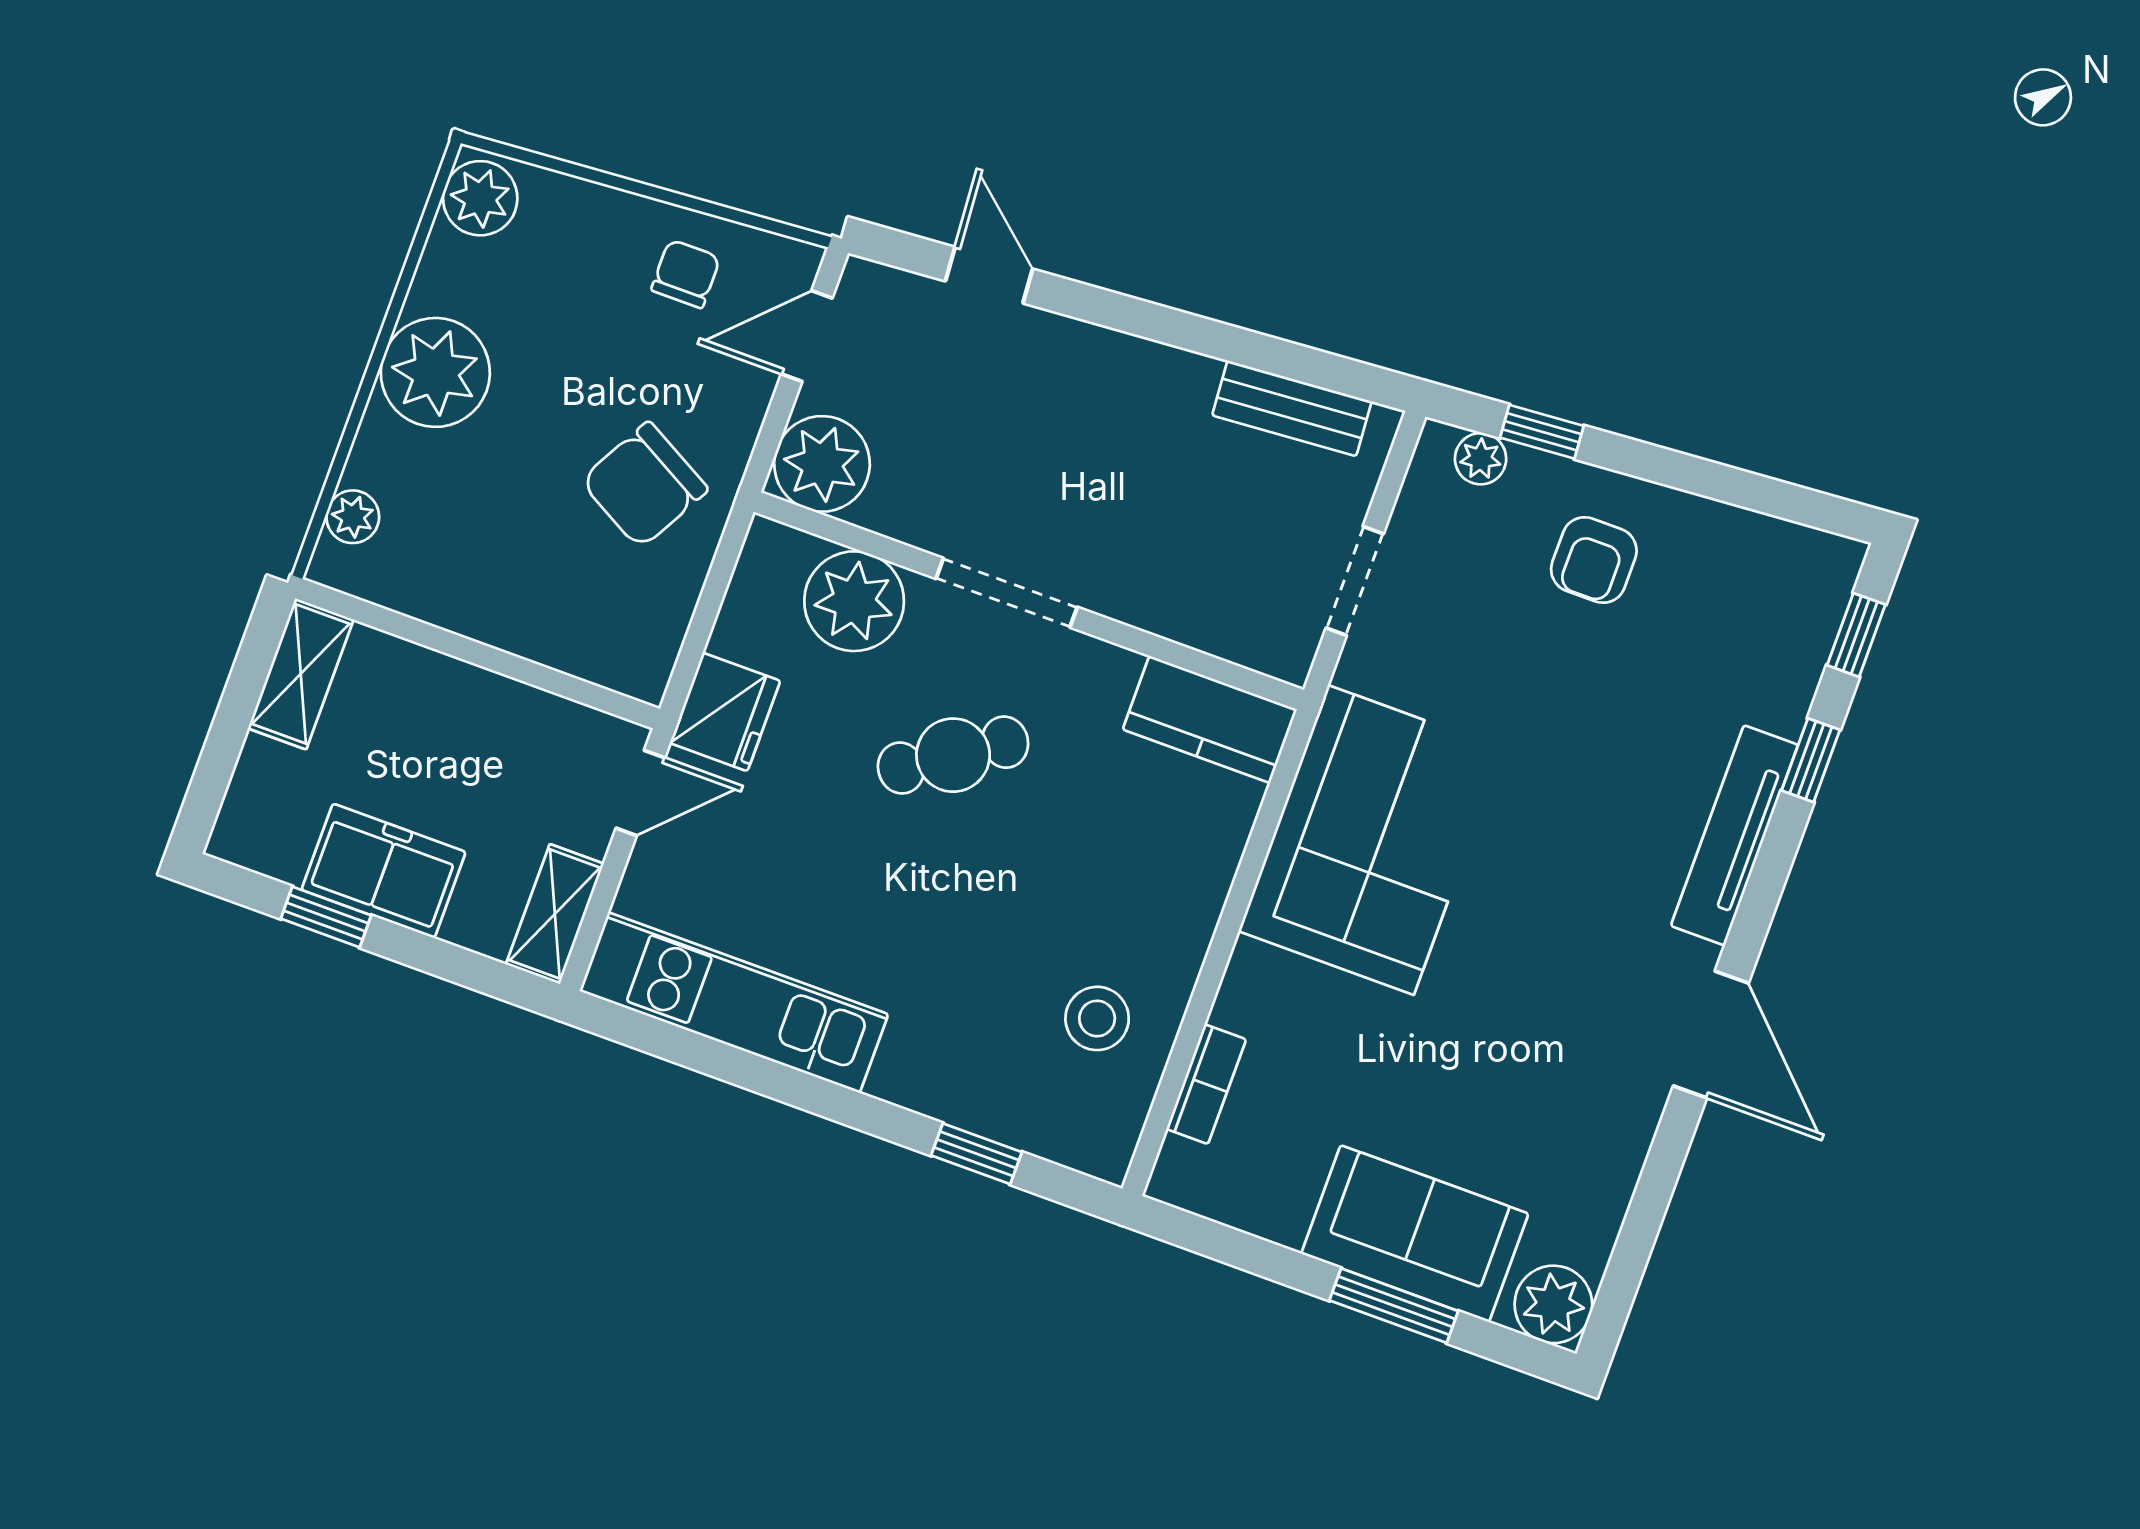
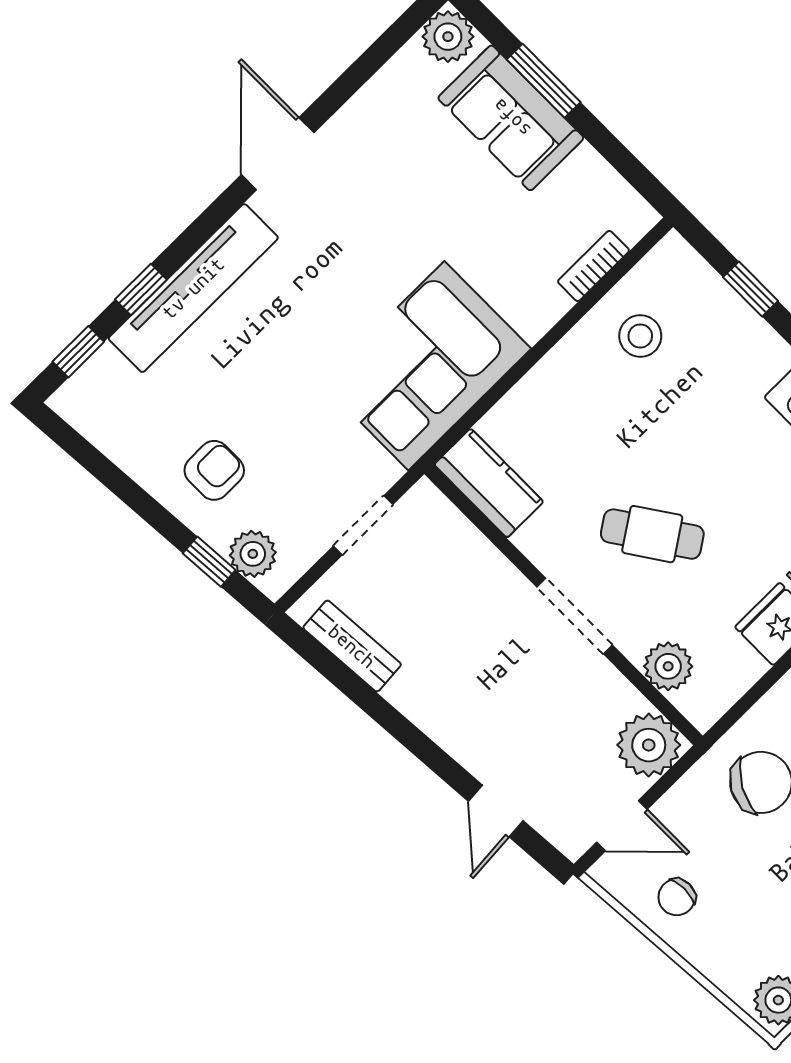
plant: (1481, 459) -> (253, 554), width x1.38, depth x1.38
plant: (854, 601) -> (668, 666), width x0.73, depth x0.73
tv unit: (1734, 835) -> (193, 288), width x1.36, depth x1.29

